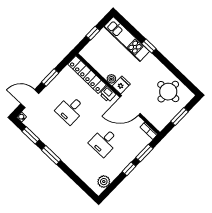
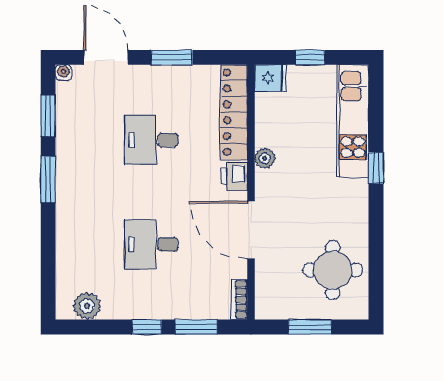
fridge: (121, 85) -> (270, 78), moved

